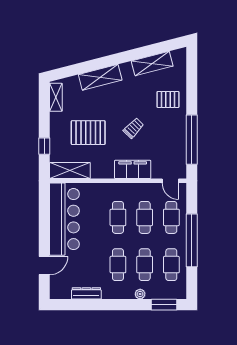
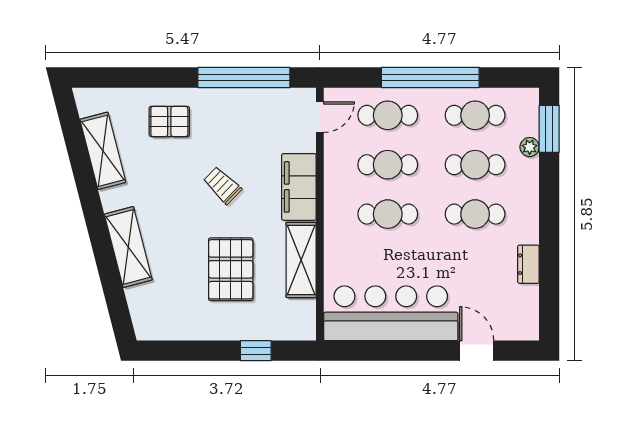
shelving: (56, 97) -> (165, 329), removed
pallet: (168, 99) -> (169, 121), turned 90
shelving: (70, 171) -> (301, 260), moved
dresser: (86, 293) -> (528, 264), width x0.70
plant: (140, 294) -> (530, 147), moved

